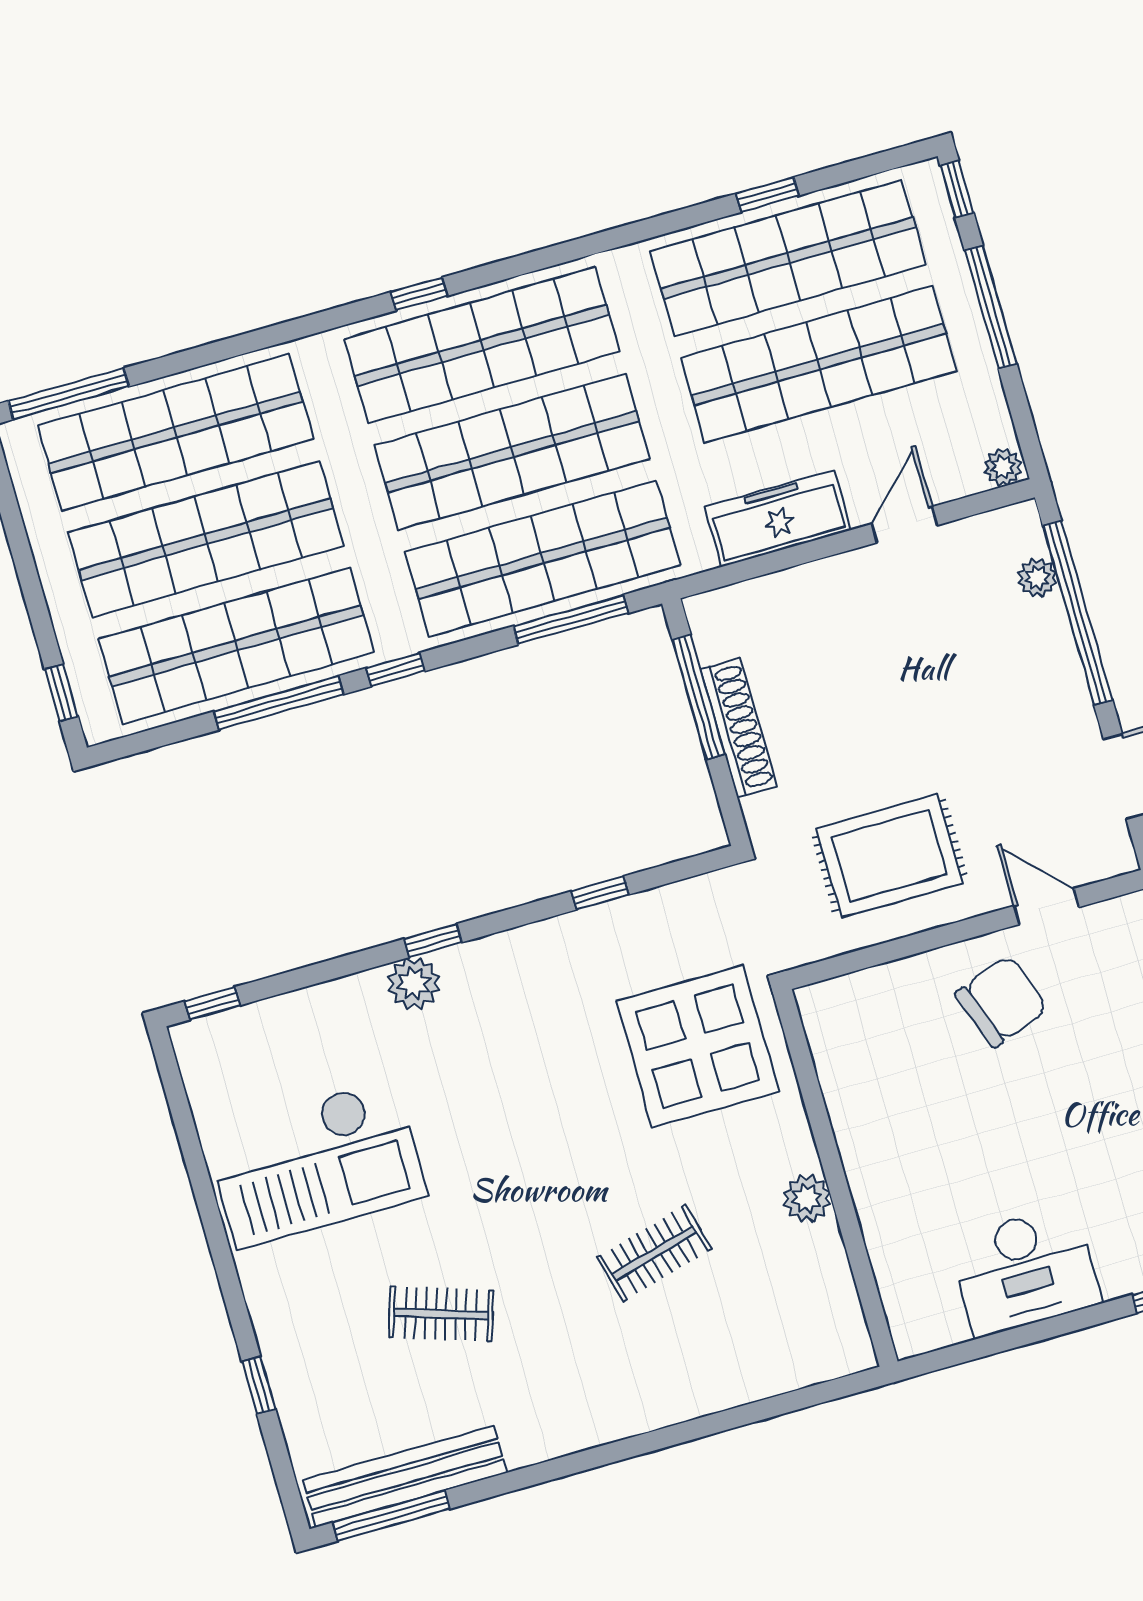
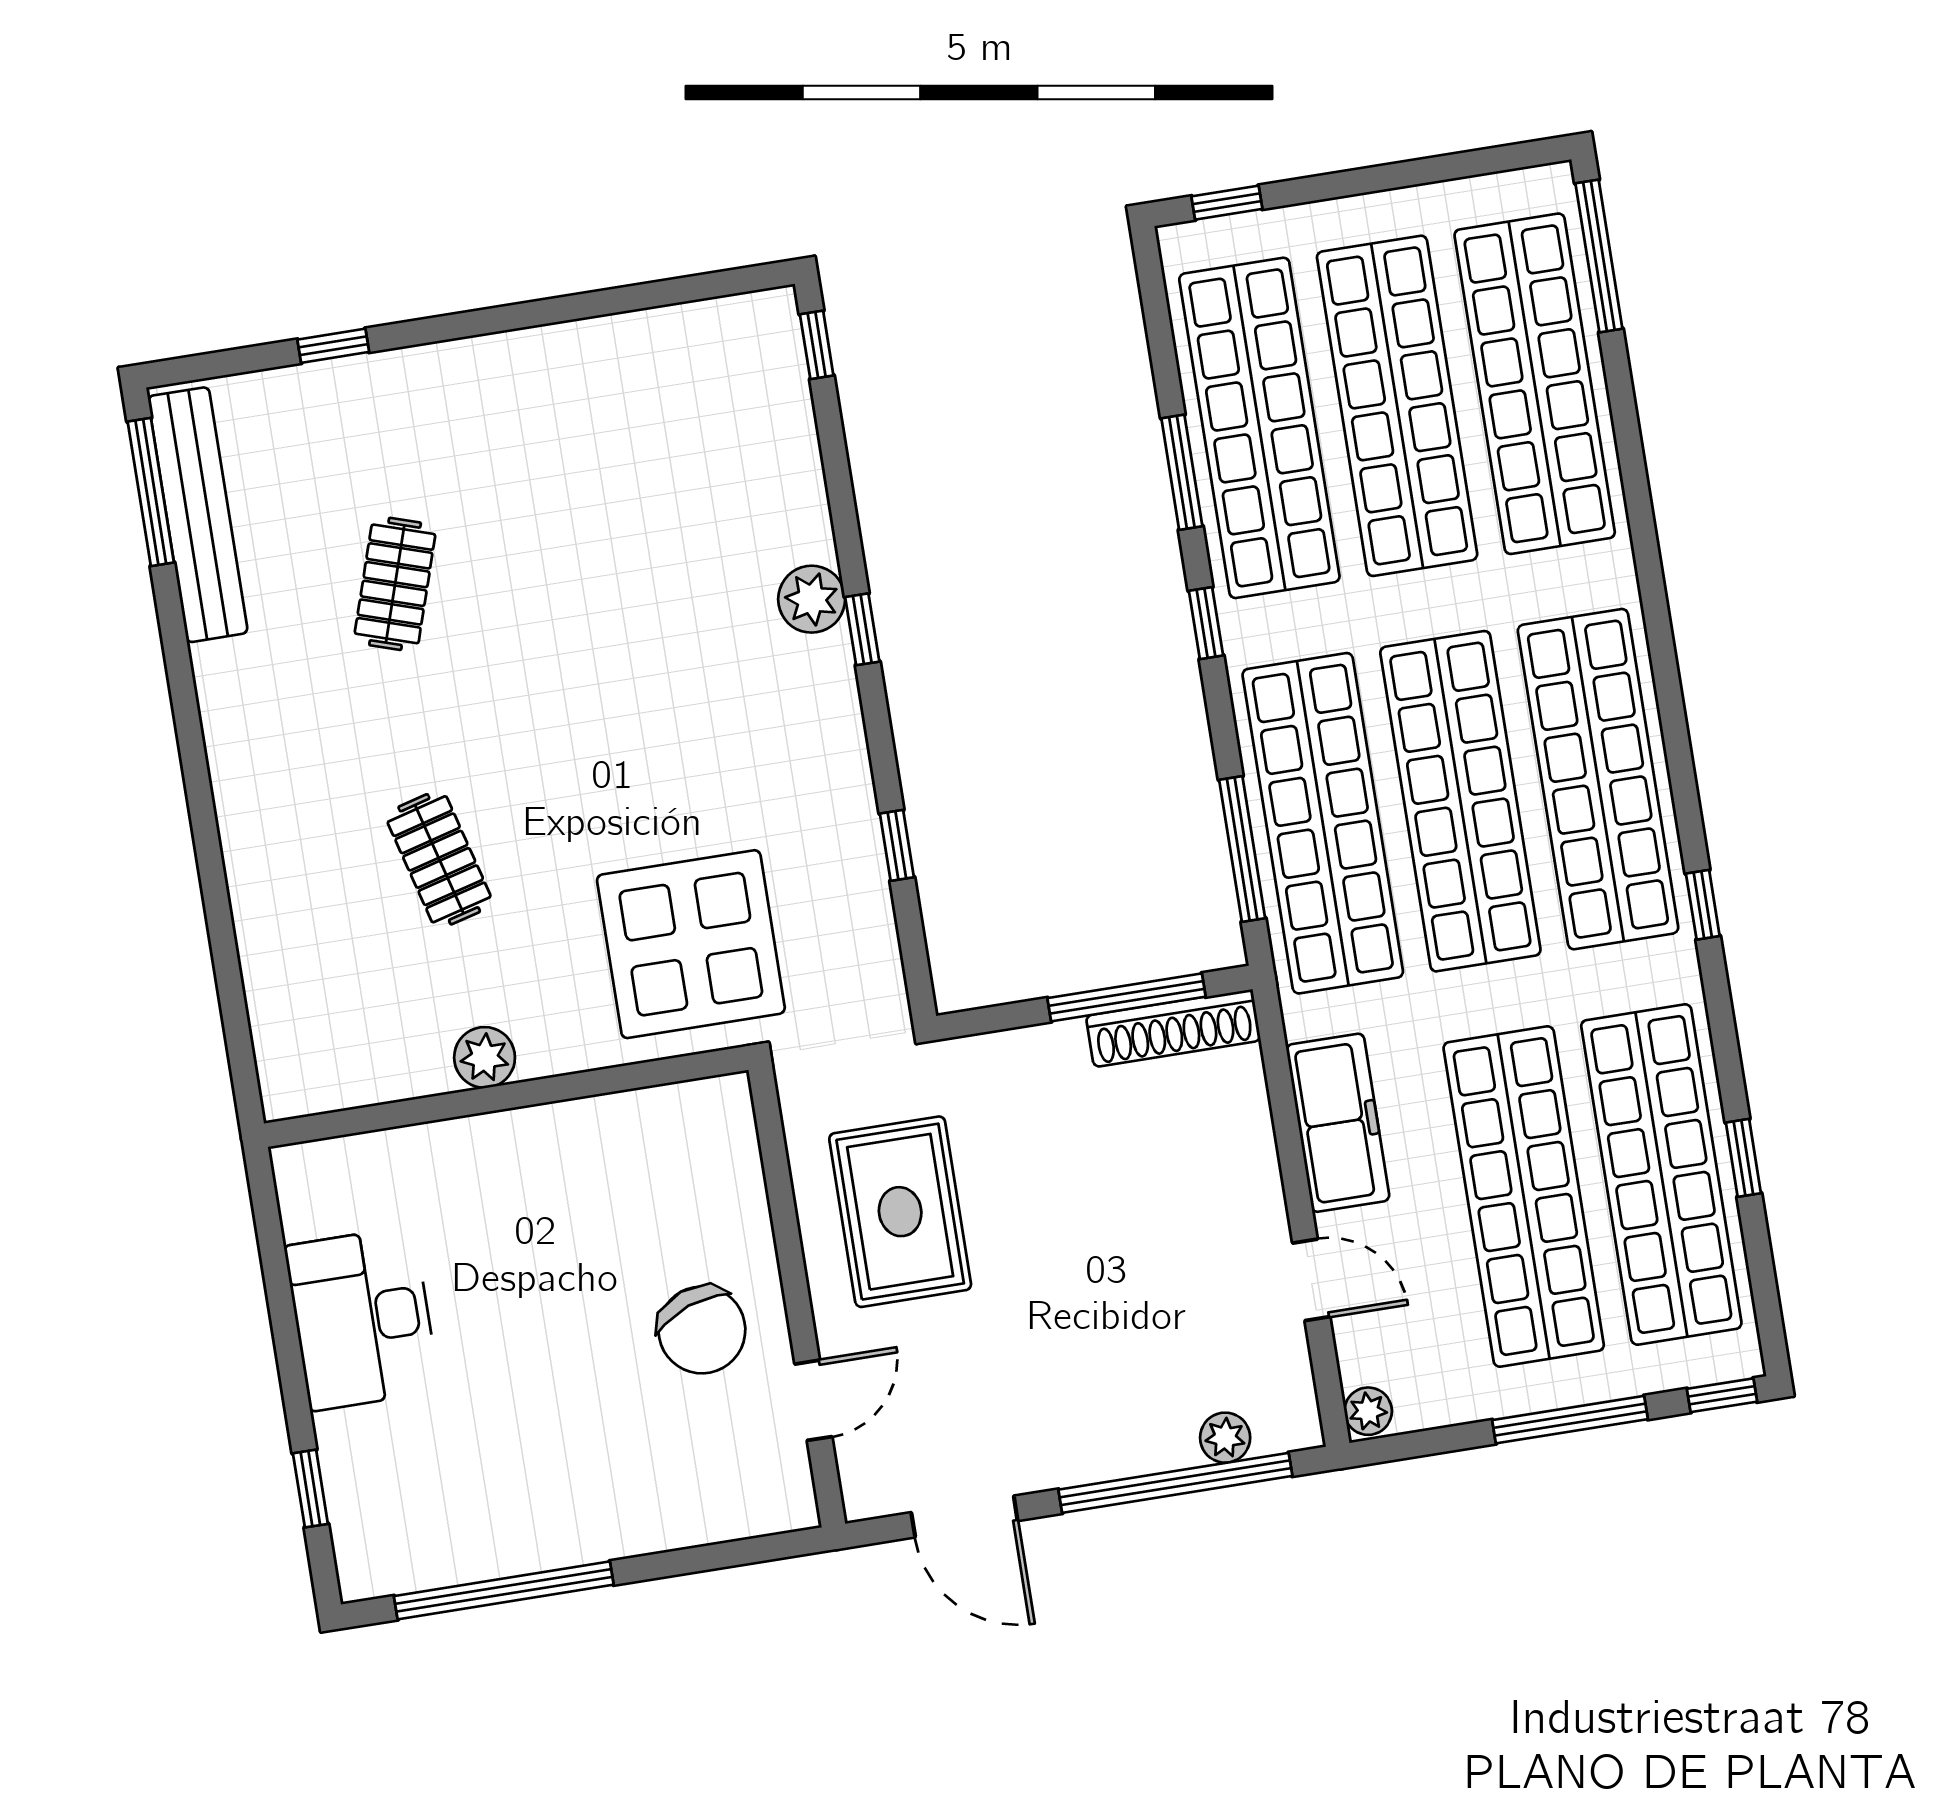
window: (419, 294) -> (1703, 905), moved
window: (279, 703) -> (1182, 472), width x0.69
shoe rack: (739, 728) -> (1173, 1028), moved
checkout: (316, 1163) -> (602, 450), removed

